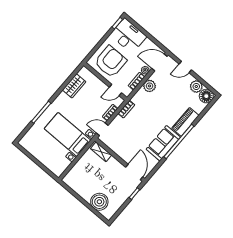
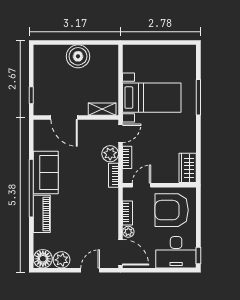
armchair: (110, 62) -> (172, 210), turned 90
door: (159, 62) -> (121, 252), hinge flipped
wardrobe: (74, 86) -> (188, 168), moved
plant: (149, 86) -> (110, 154), moved
door: (134, 172) -> (64, 117), moved
boiler: (99, 202) -> (78, 56), moved

